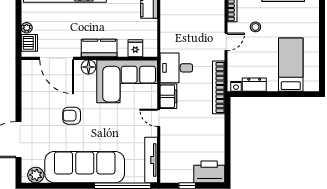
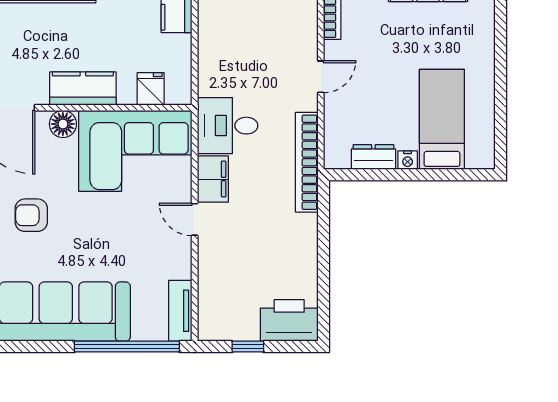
stool: (255, 27) -> (376, 49), removed
nightstand: (236, 86) -> (408, 160), moved
tv unit: (151, 160) -> (180, 311), width x0.71

